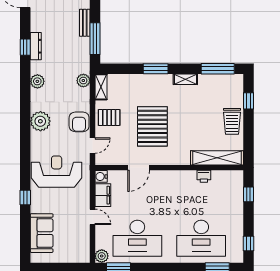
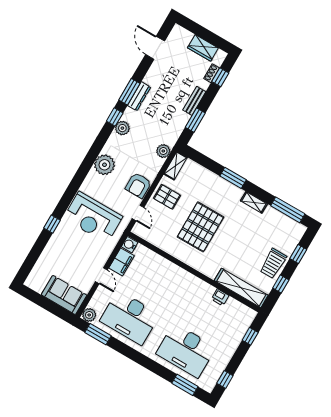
window: (95, 39) -> (195, 120), width x0.69
window: (25, 47) -> (129, 92), width x1.50
window: (25, 76) -> (115, 117), added
window: (249, 135) -> (281, 284), added
door: (93, 146) -> (138, 213), hinge flipped
door: (139, 168) -> (167, 256), removed
reception desk: (57, 172) -> (93, 217), turned 180
sofa: (42, 233) -> (64, 295), moved, turned -90

